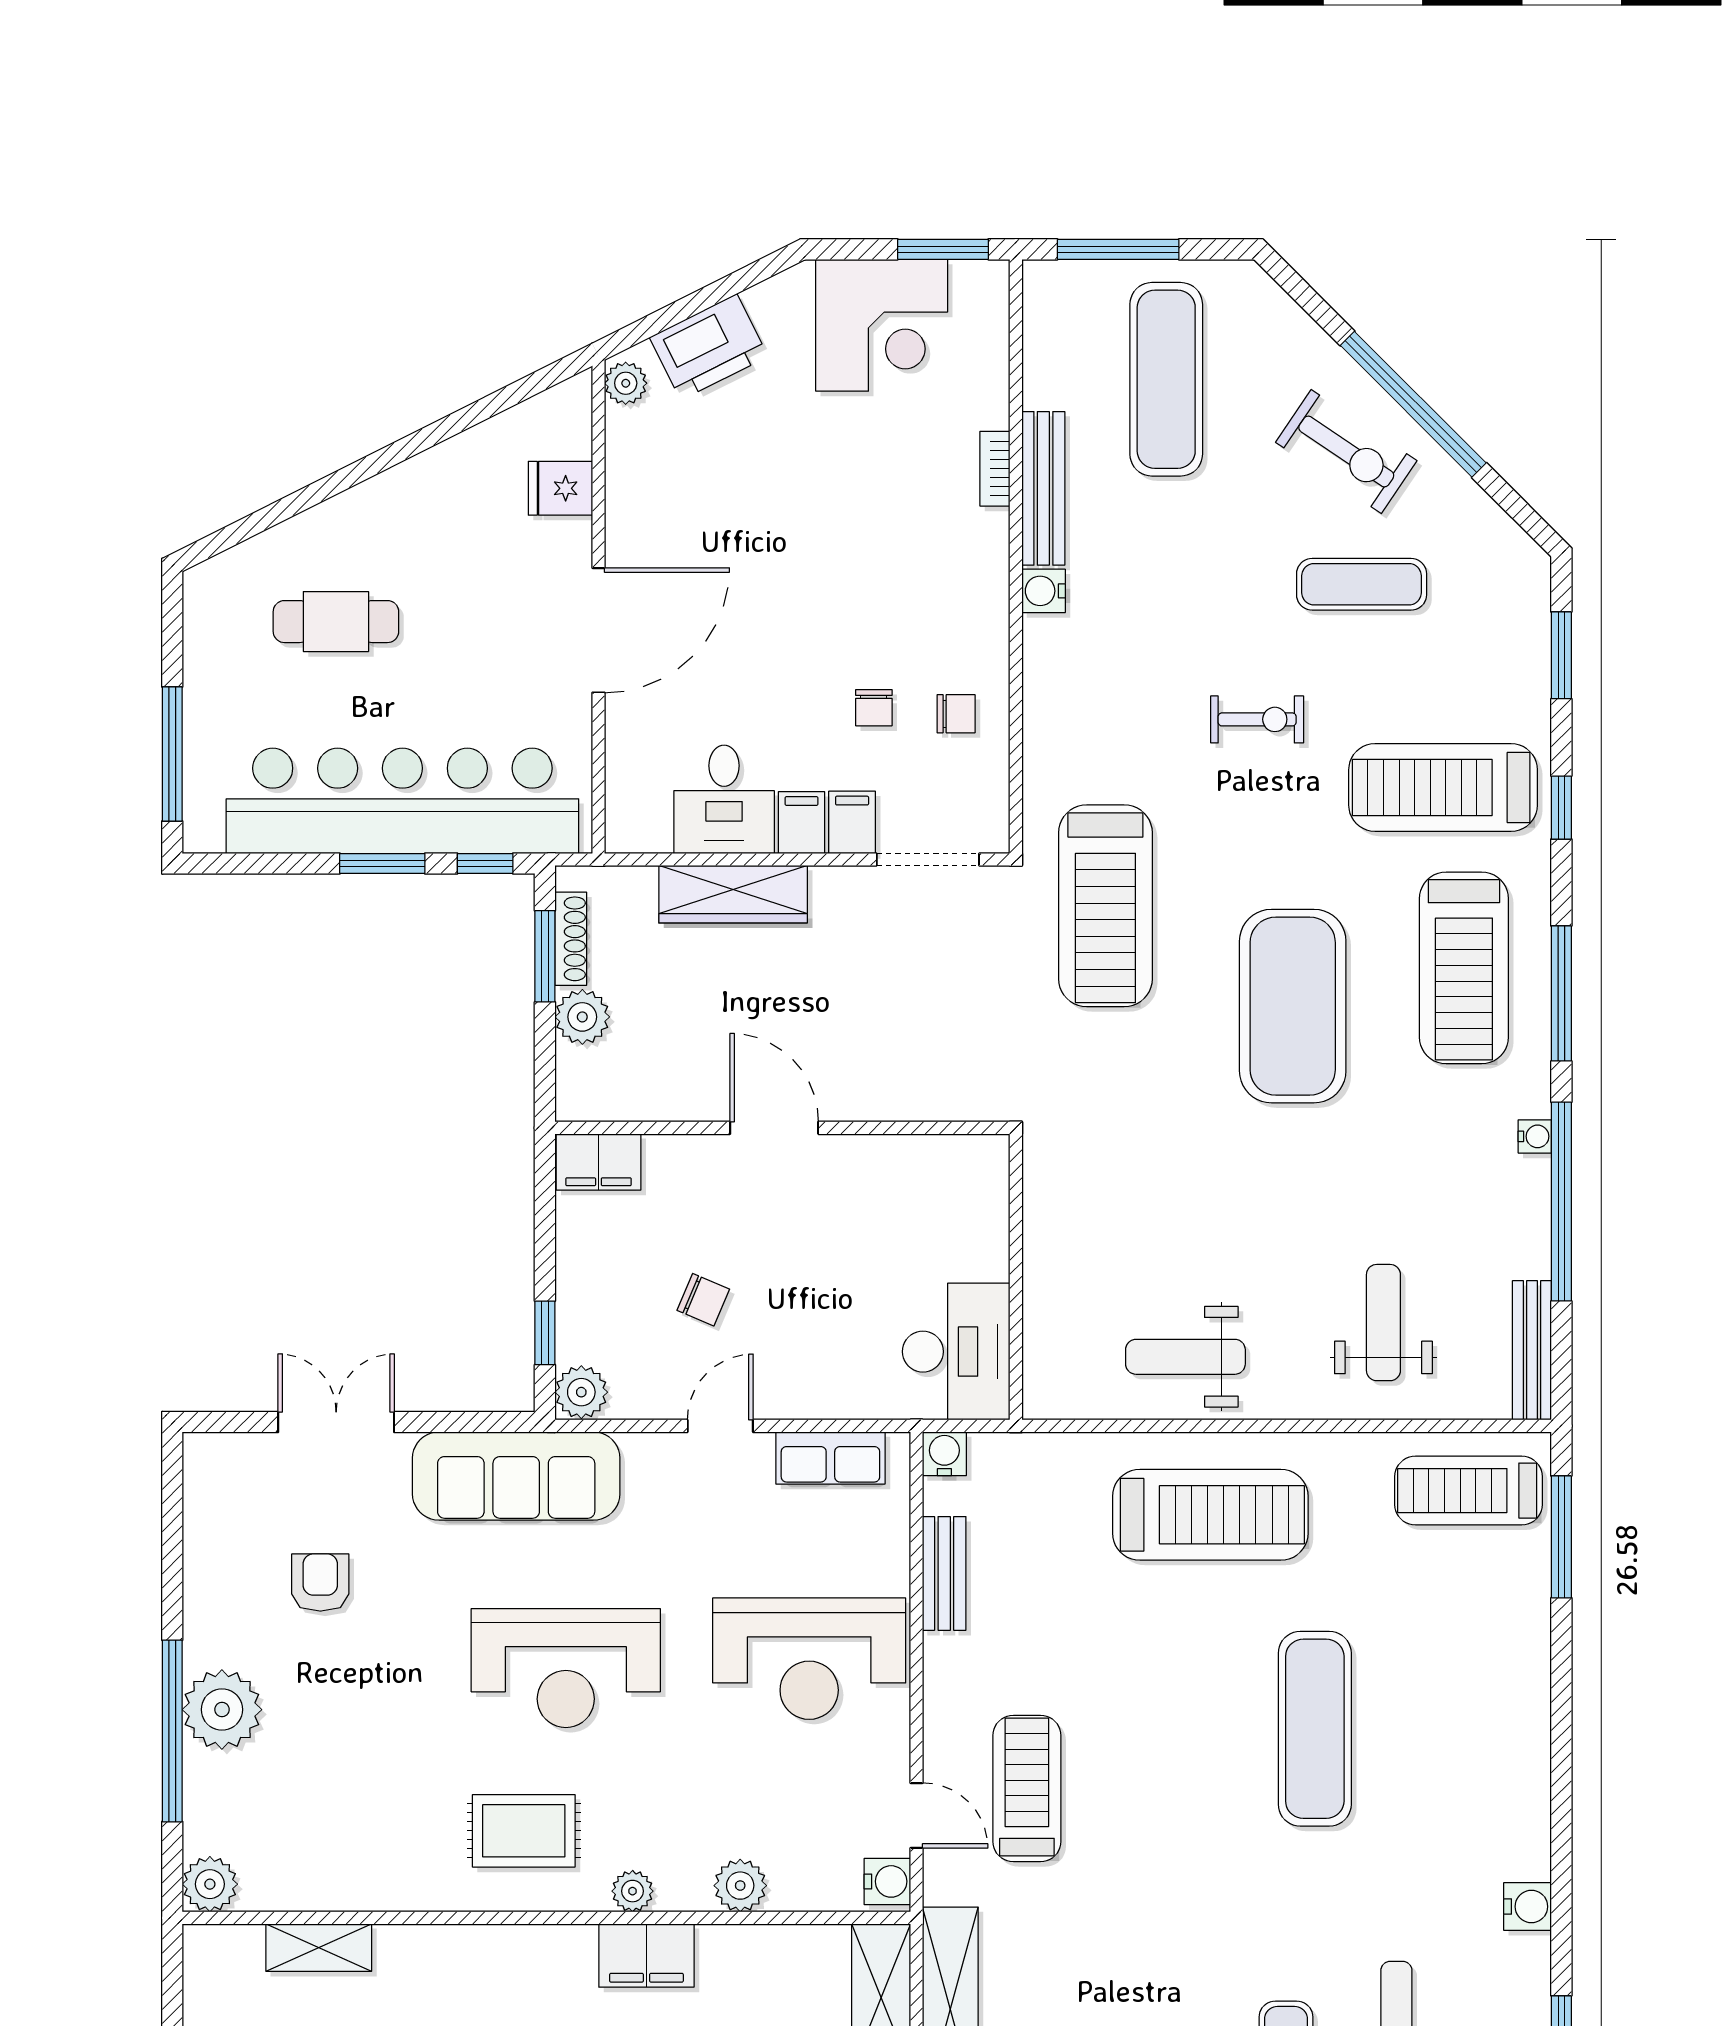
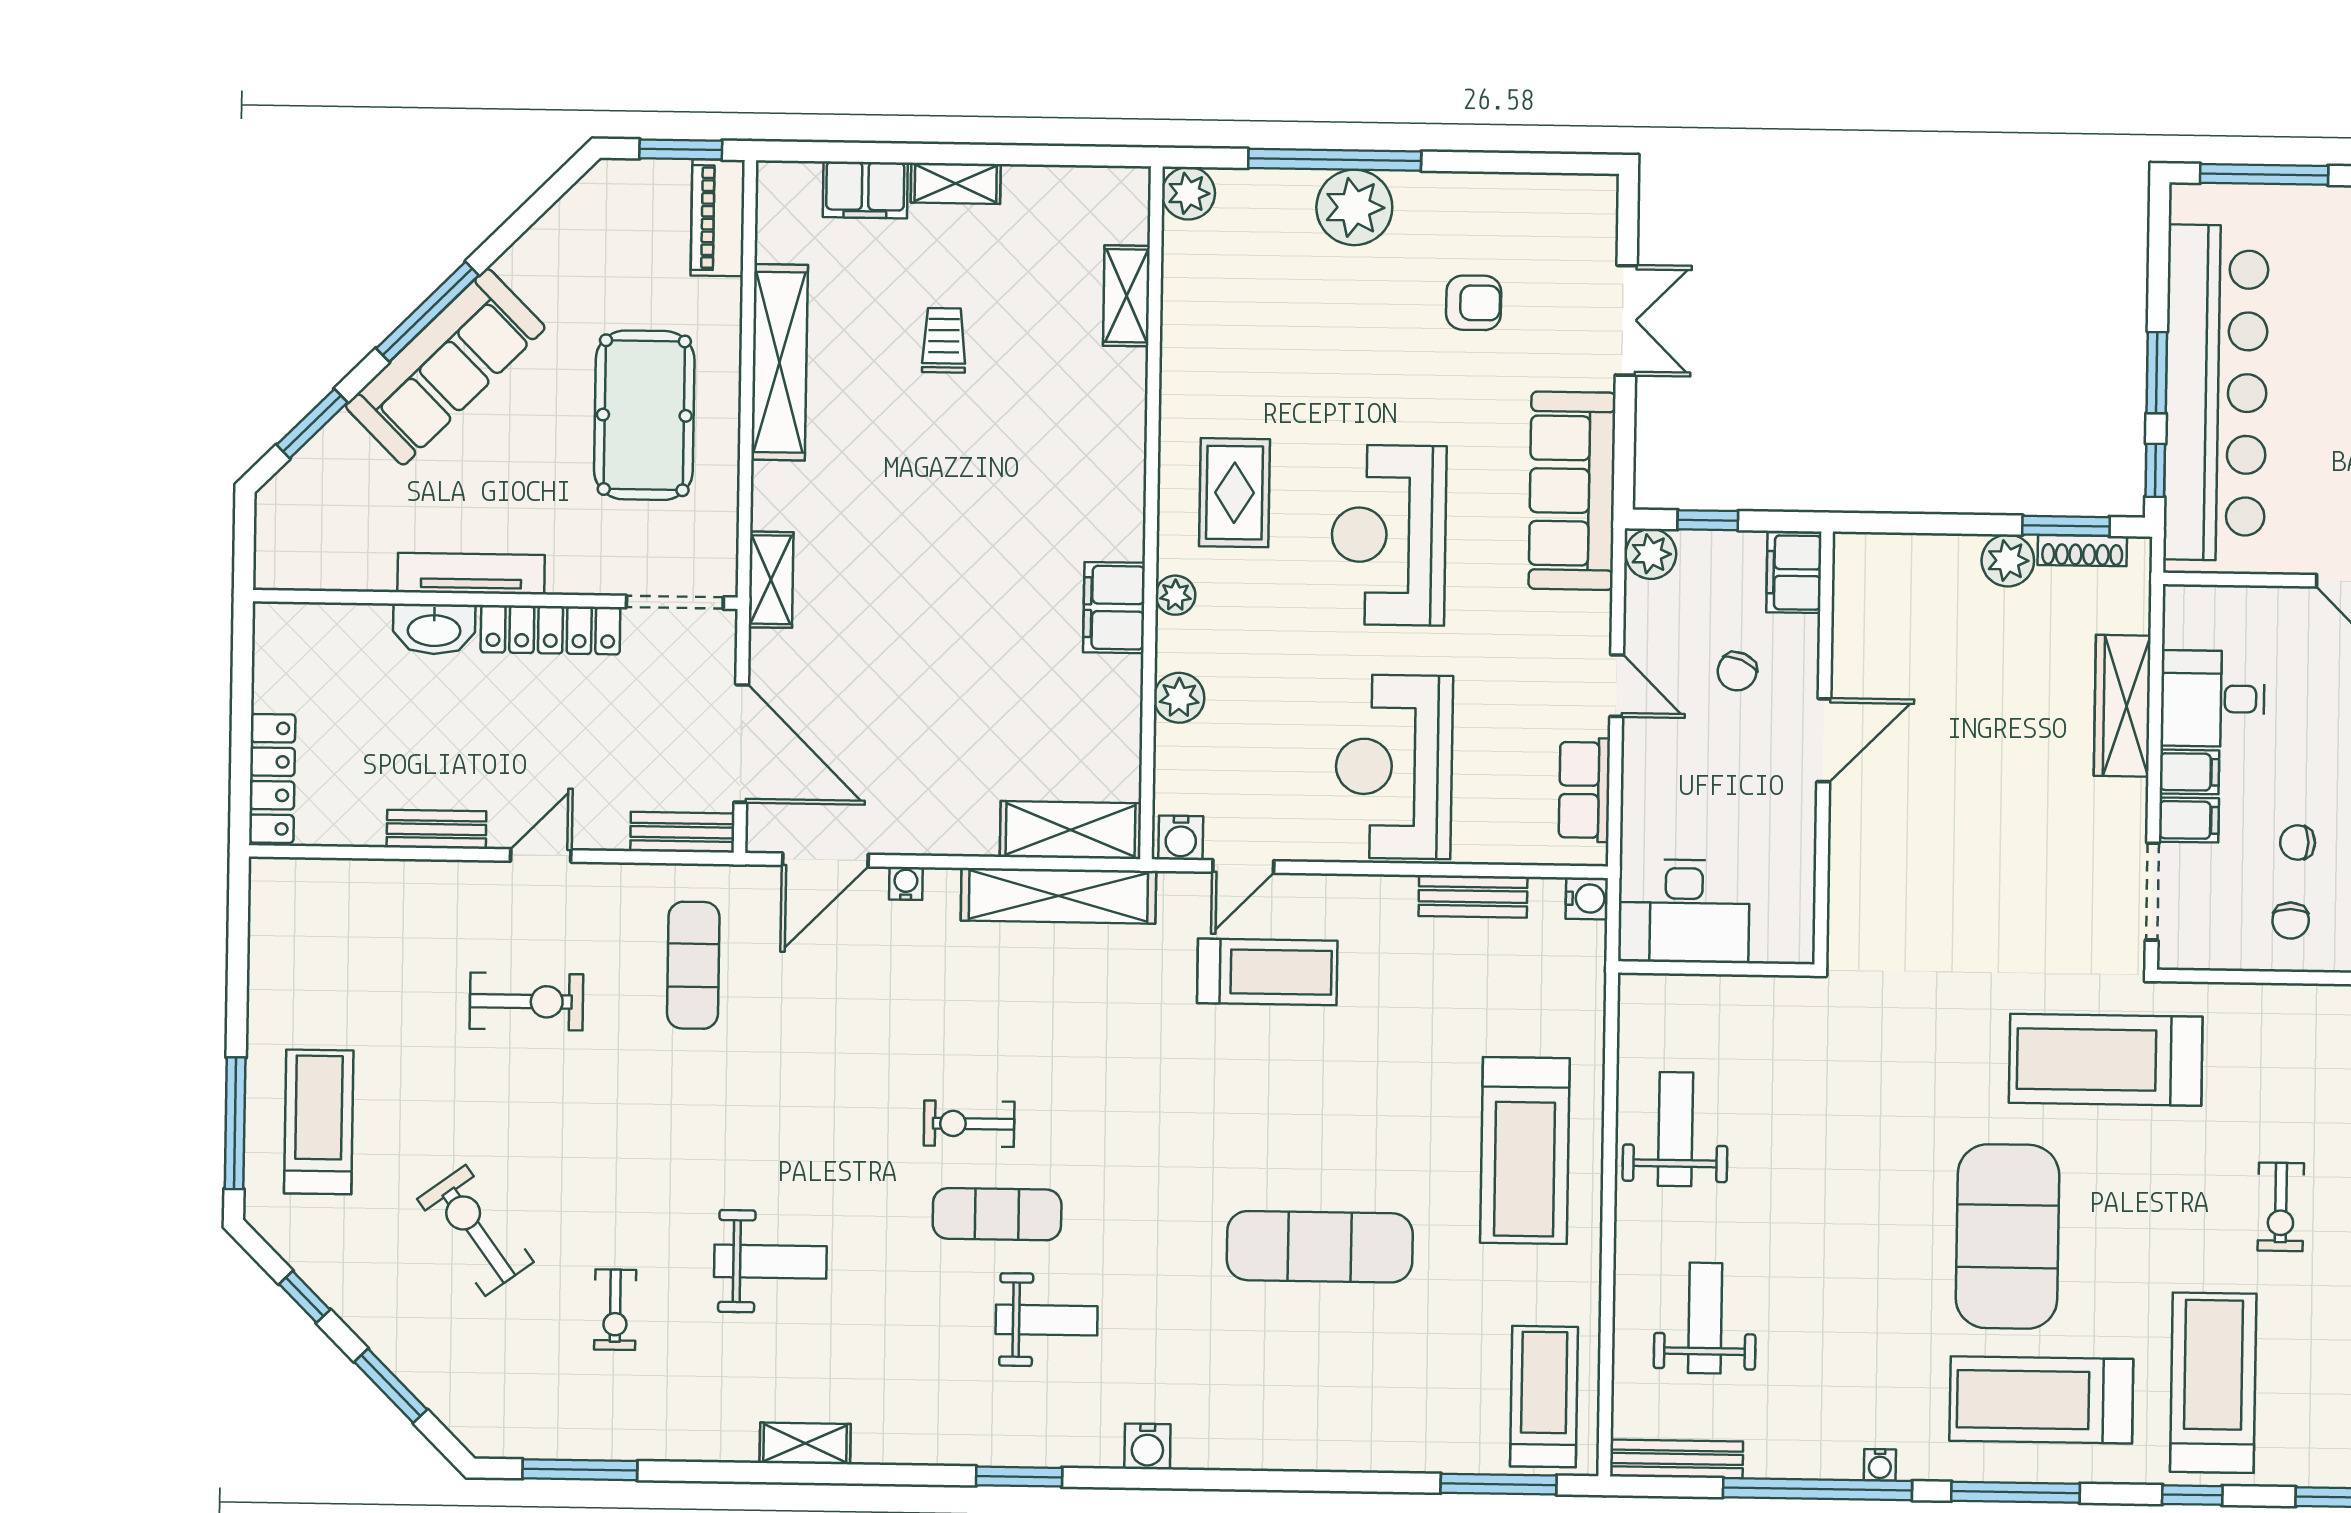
exercise mat: (1293, 1006) -> (2007, 1236), turned 90
door: (774, 1128) -> (1824, 740), moved
wall: (782, 1128) -> (1824, 748), moved
filing cabinet: (598, 1162) -> (1794, 573), moved
weight bench: (1383, 1323) -> (1705, 1318), turned -90

